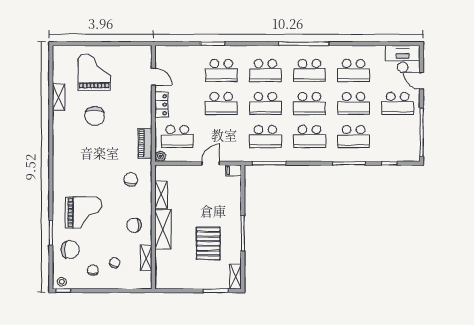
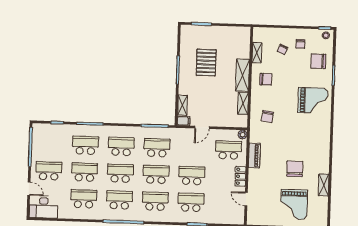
piano: (145, 143) -> (254, 156), moved
grand piano: (83, 213) -> (313, 100), moved, turned 180
shelving: (236, 277) -> (183, 105), moved

